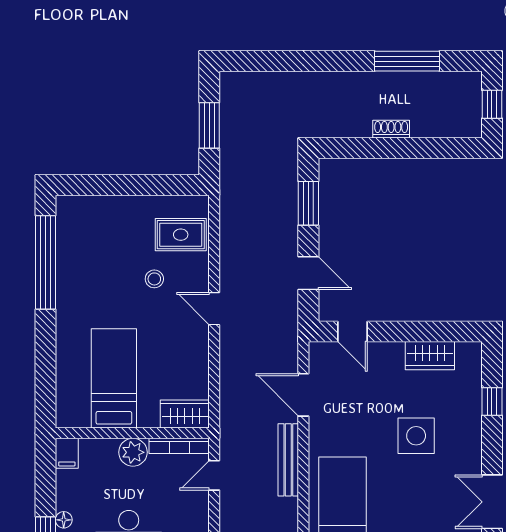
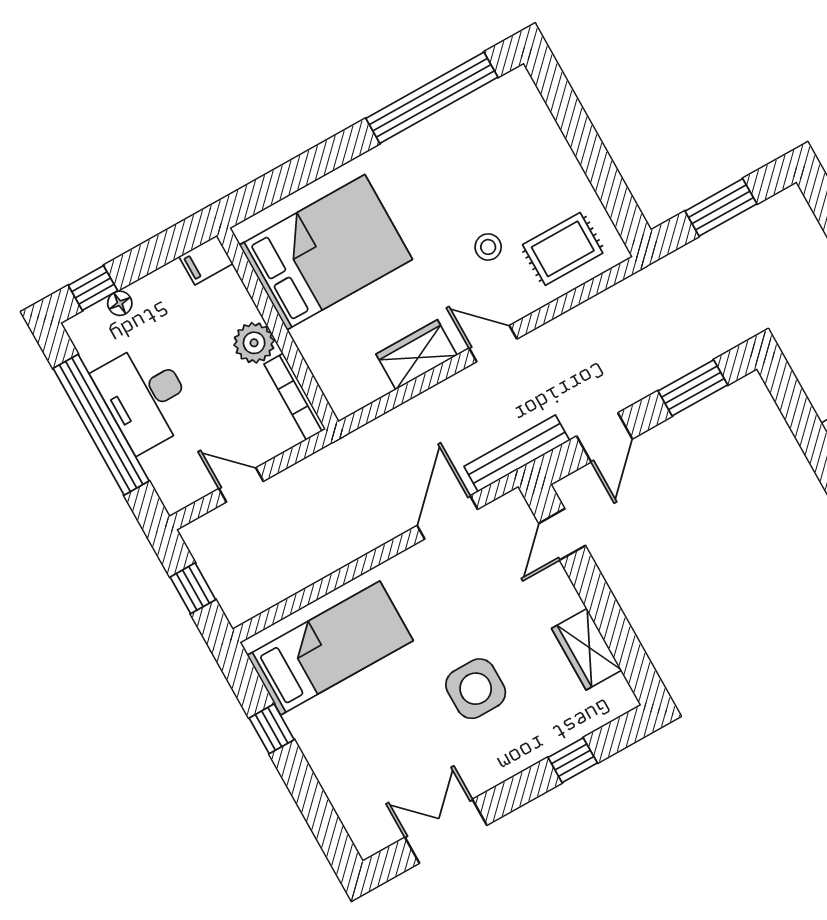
rug: (181, 235) -> (563, 249), turned 90
door: (214, 309) -> (493, 344), hinge flipped
bed: (114, 378) -> (326, 252), width x1.50
wardrobe: (185, 414) -> (417, 355), moved, turned -90
bench: (288, 460) -> (517, 453), moved
door: (214, 475) -> (241, 485), moved

